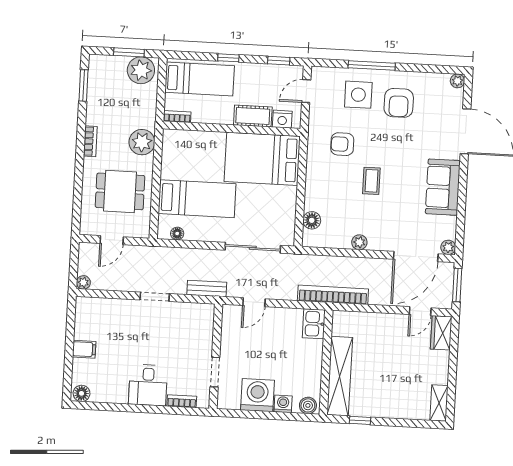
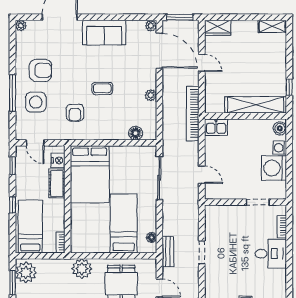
bench: (207, 289) -> (168, 251), moved
door: (420, 311) -> (202, 63), moved

